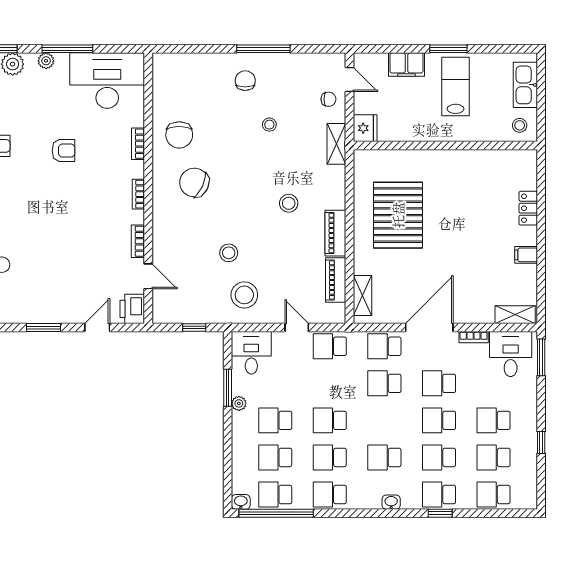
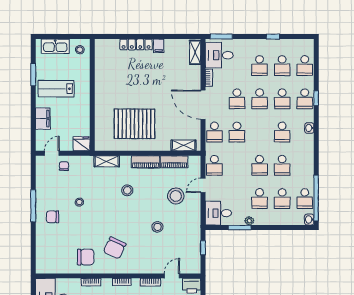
window: (448, 49) -> (33, 75), moved
shelving: (336, 144) -> (107, 161), moved
locker: (528, 208) -> (136, 44), width x1.53
stool: (244, 295) -> (176, 196), moved
school desk: (330, 495) -> (305, 165), removed

